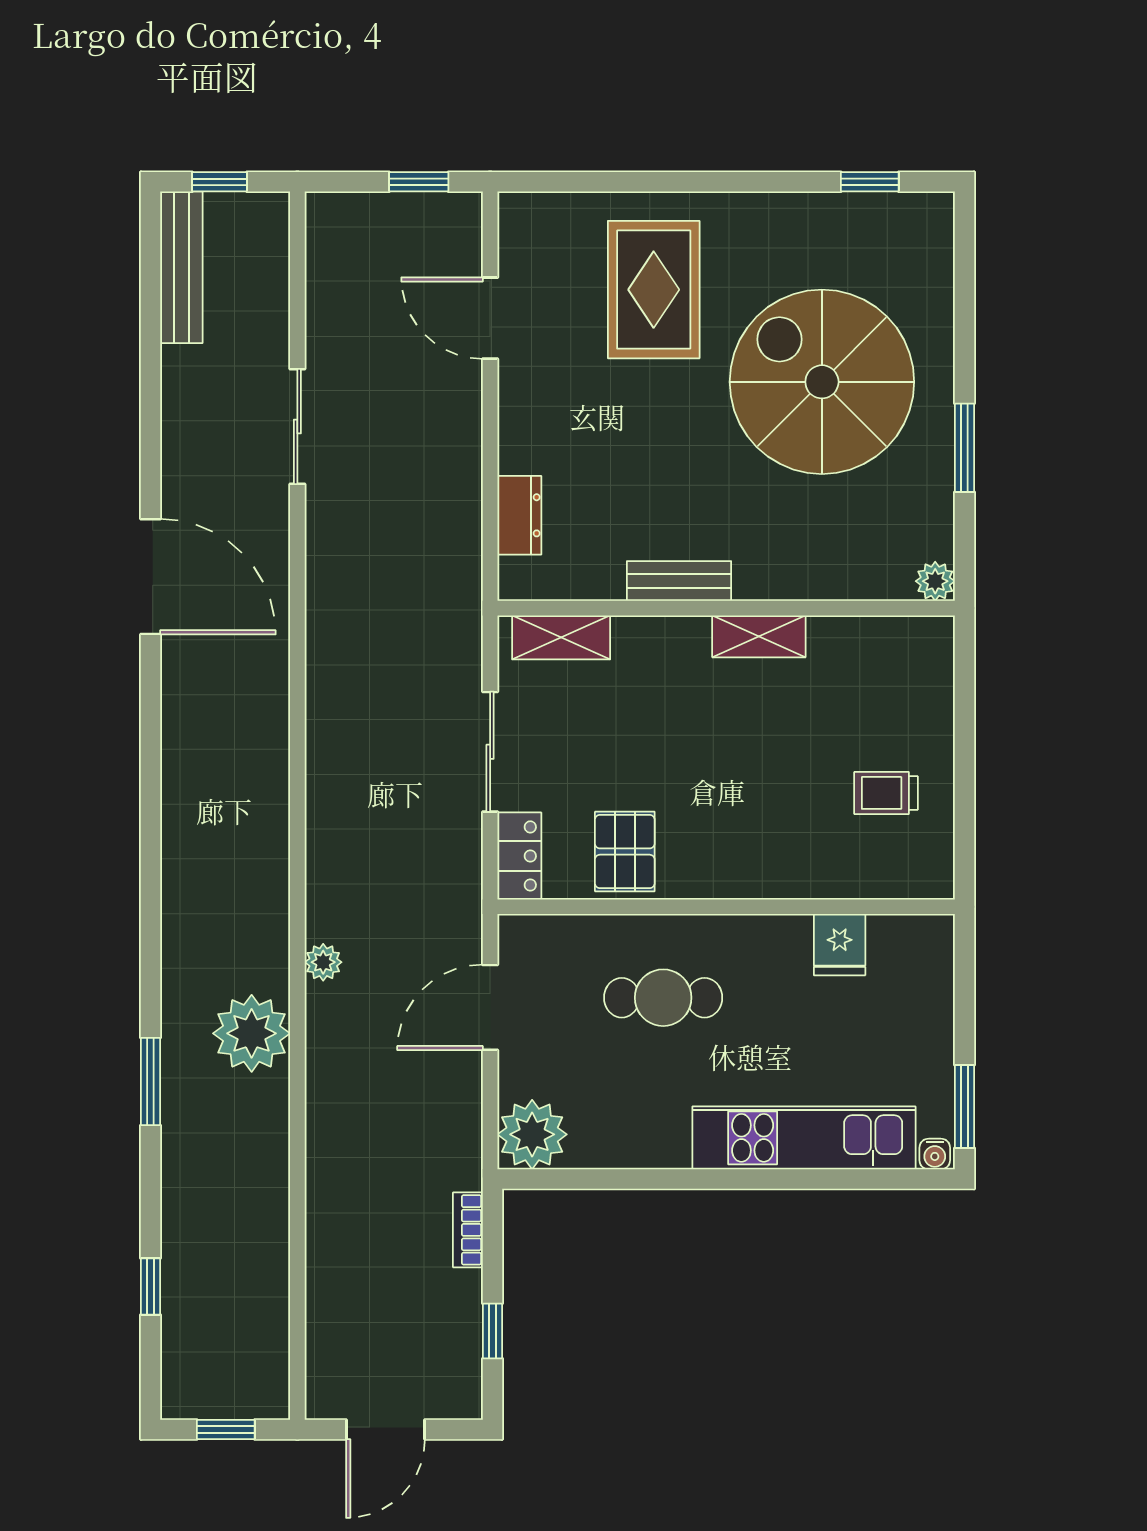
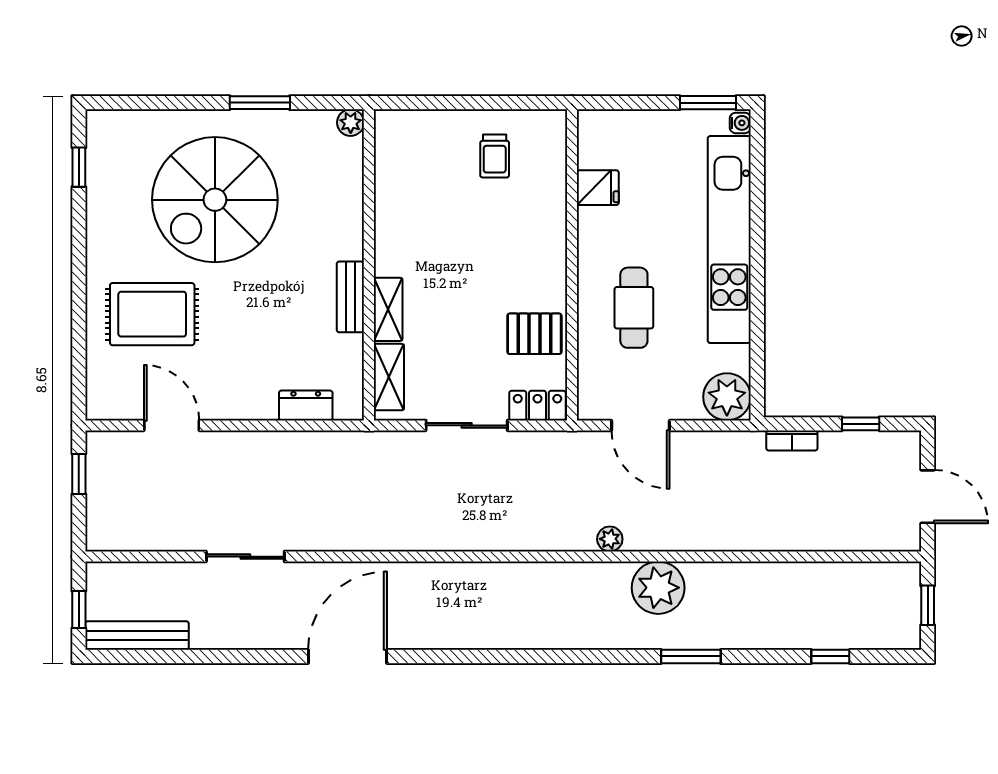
door: (490, 318) -> (172, 425), swing flipped
shelving: (759, 636) -> (388, 309), moved
kitchen unit: (804, 1138) -> (729, 240), width x1.36

